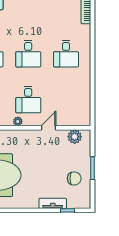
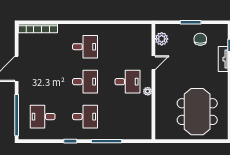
door: (49, 128) -> (153, 63), swing flipped

